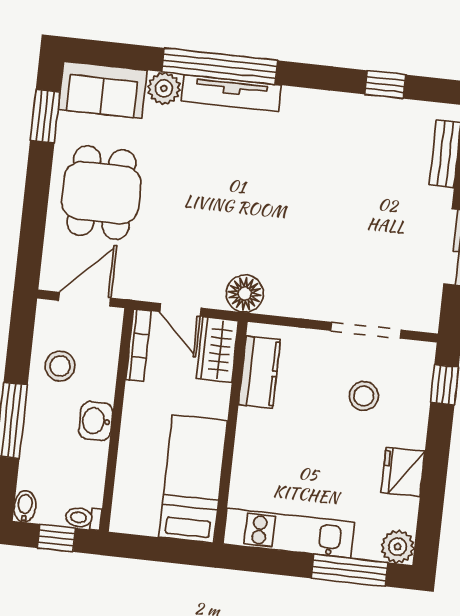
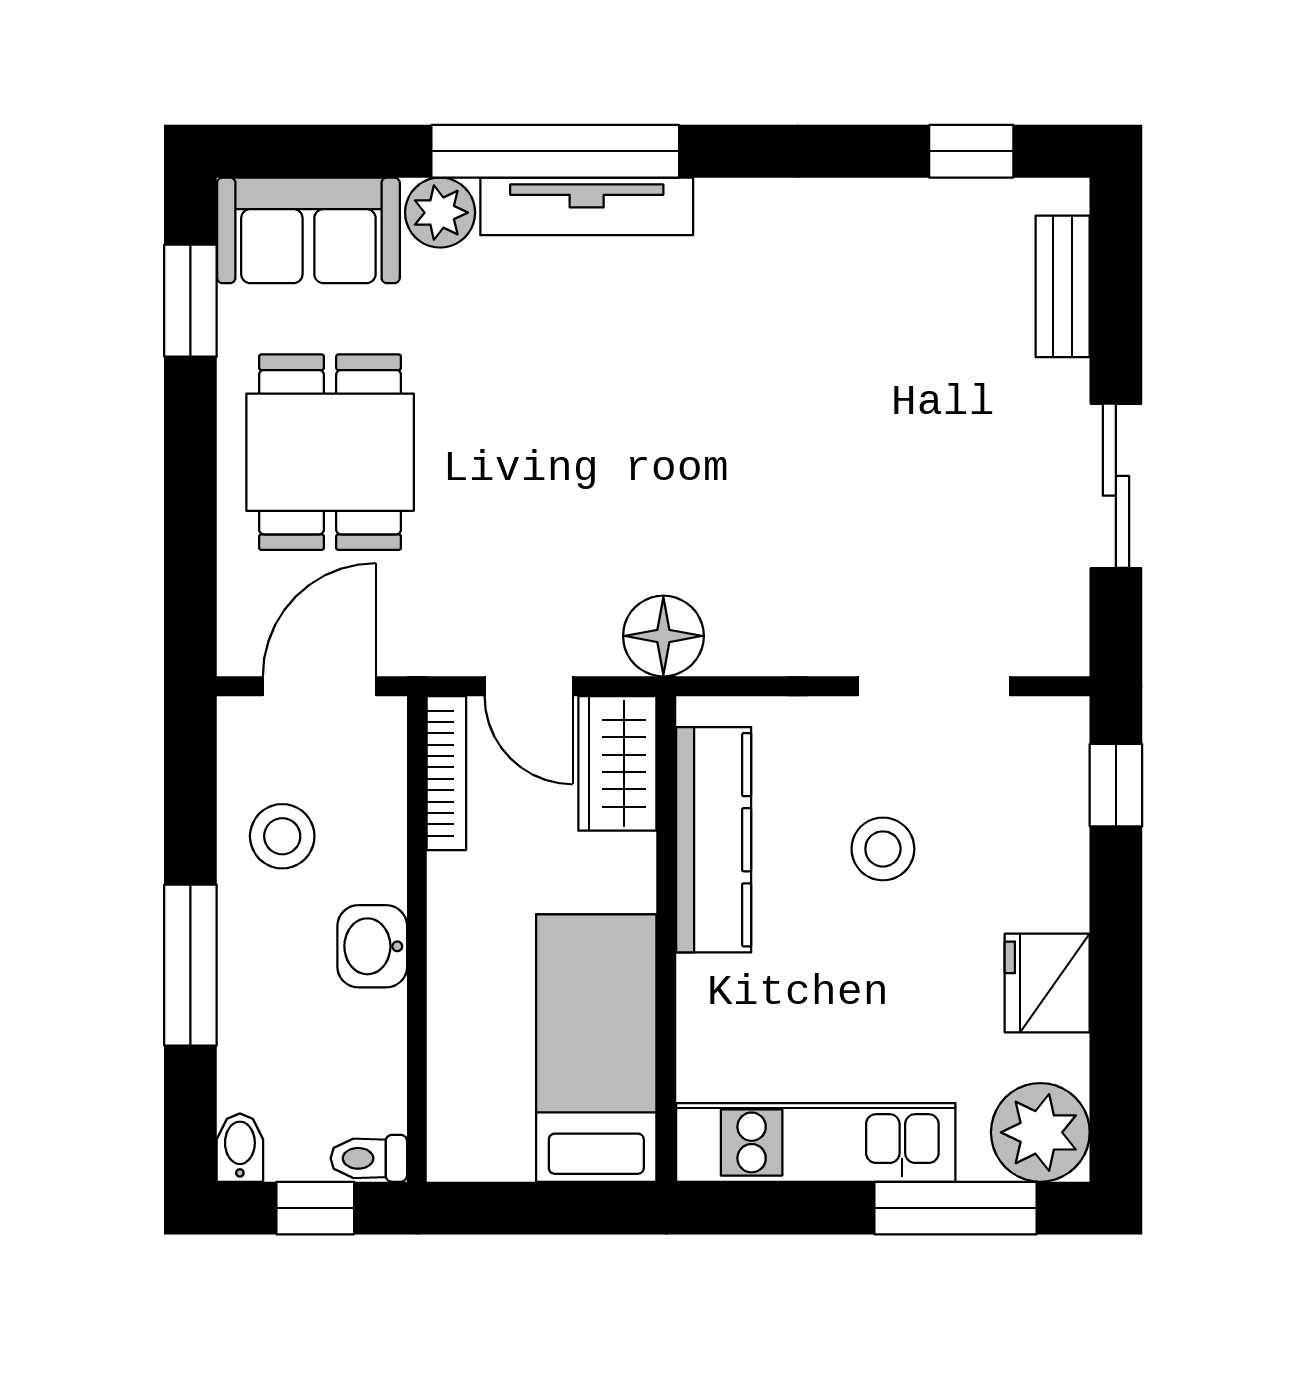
window: (385, 84) -> (971, 151), moved
kitchen counter: (259, 372) -> (714, 840), width x1.50
stool: (364, 396) -> (883, 849), moved
plant: (398, 547) -> (1040, 1132), width x1.36, depth x1.36

